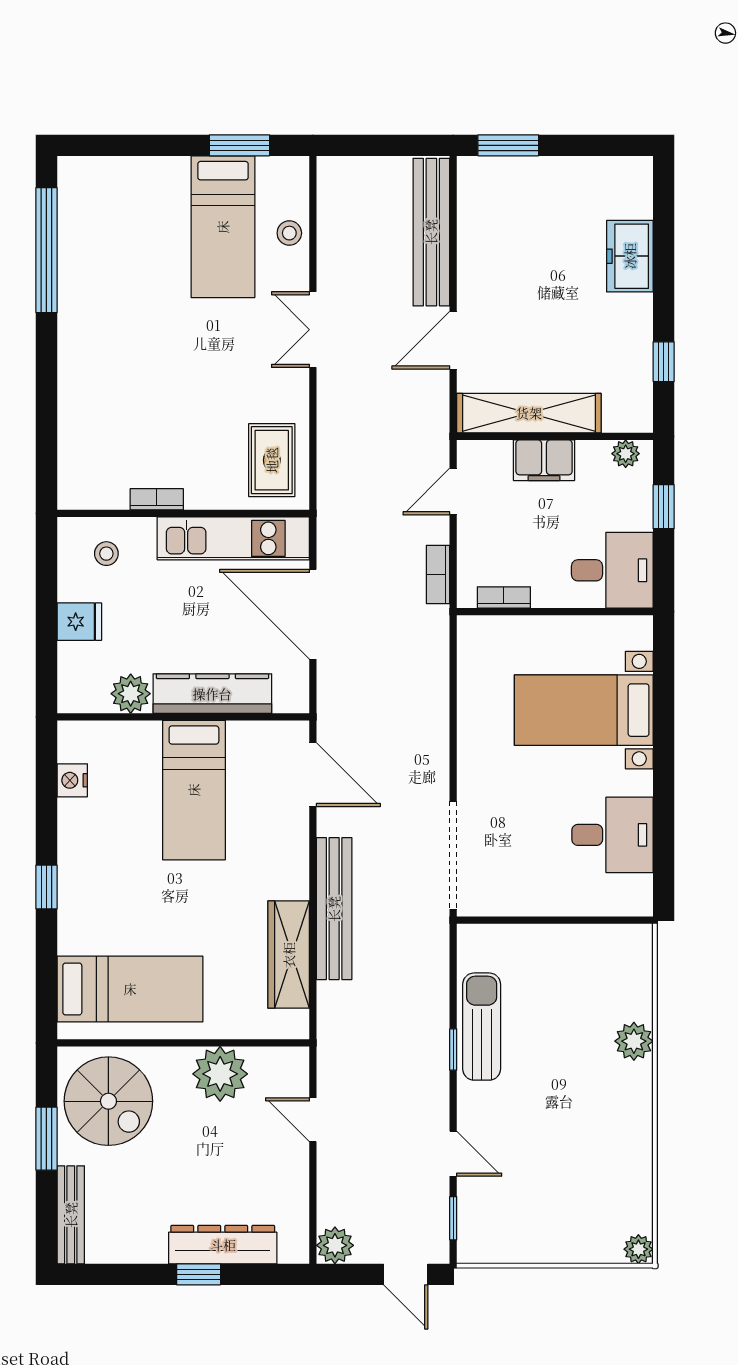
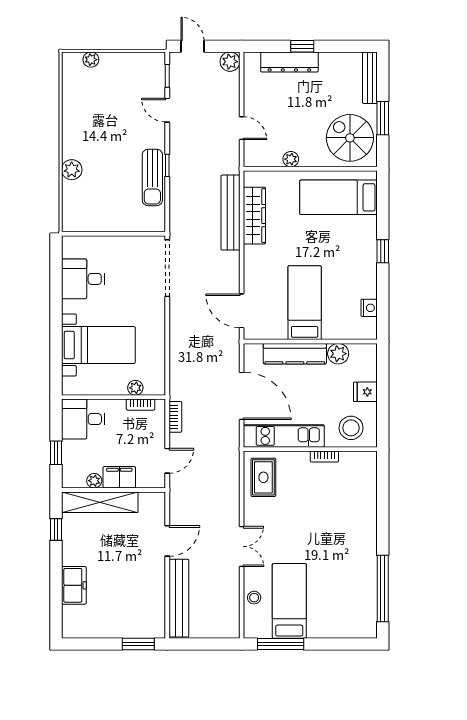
window: (239, 145) -> (281, 644), width x1.44
shelving: (529, 413) -> (100, 502), moved
plant: (626, 454) -> (94, 481), moved
stool: (106, 554) -> (351, 428), width x1.89, depth x1.89
plant: (514, 629) -> (135, 388), added
bench: (334, 909) -> (230, 213), moved
plant: (220, 1074) -> (291, 159), width x0.53, depth x0.53
plant: (638, 1249) -> (91, 60), moved

